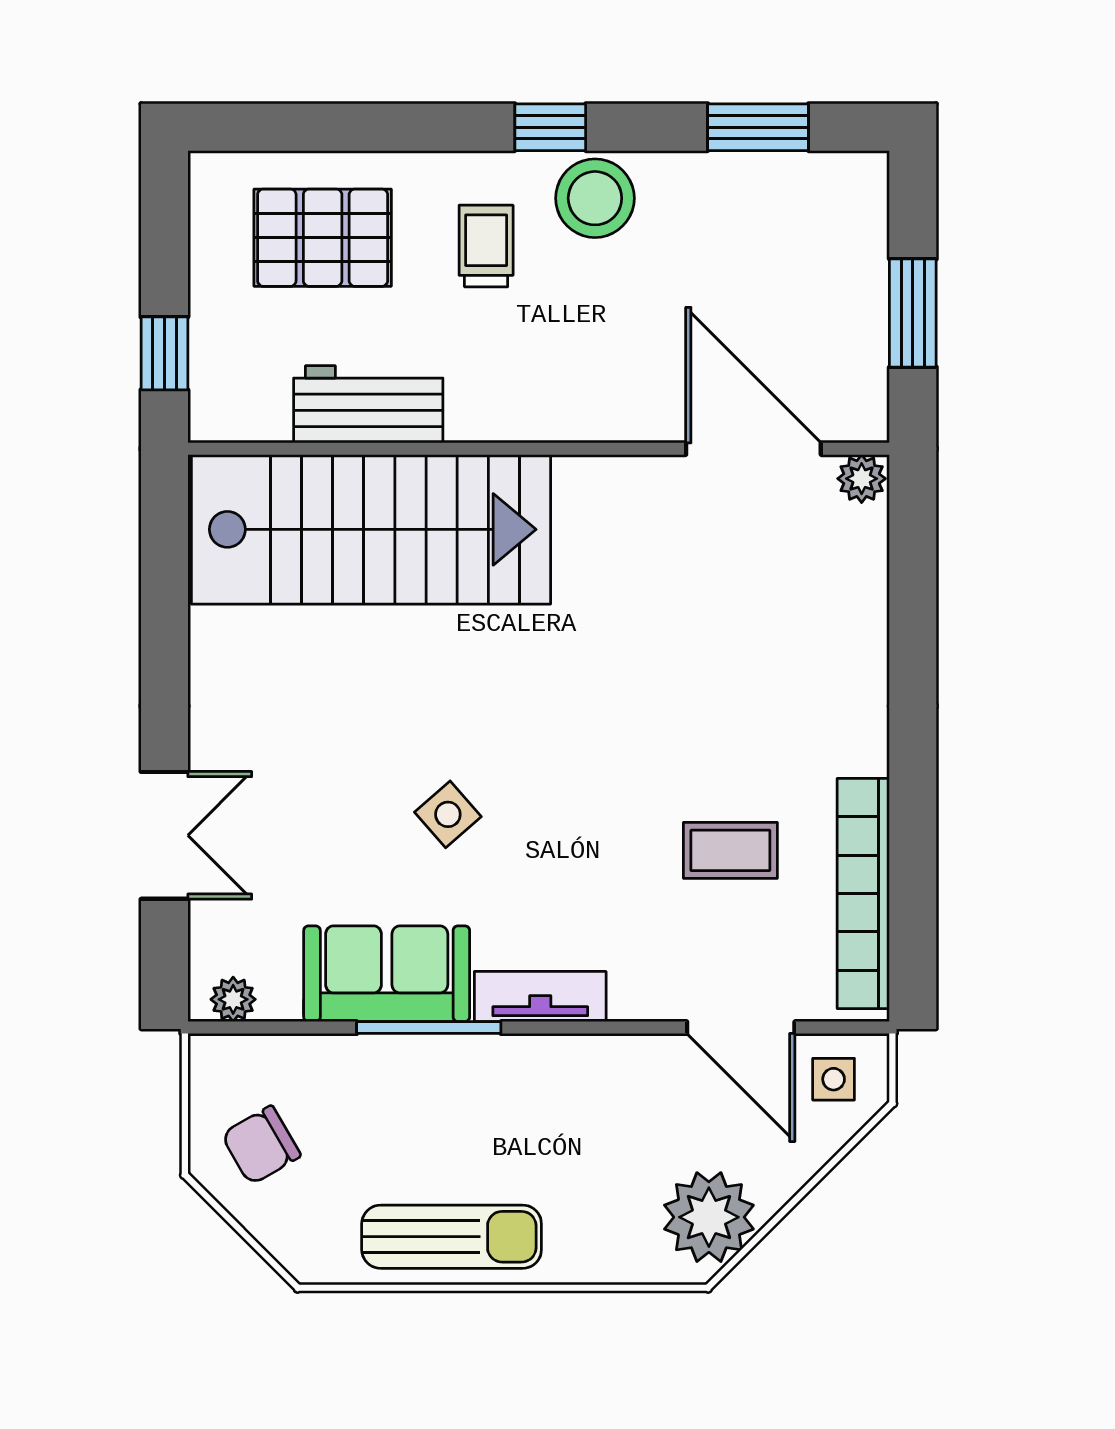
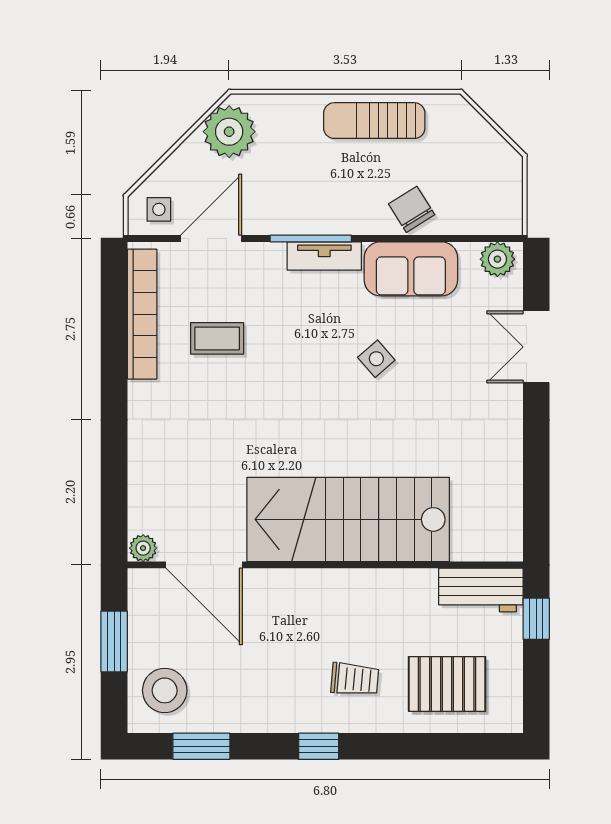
stool: (595, 198) -> (165, 690), moved
trolley: (486, 246) -> (355, 679), turned -85
workbench: (368, 404) -> (481, 590), moved
stairs: (371, 529) -> (348, 519), moved
plant: (233, 999) -> (497, 259), width x1.38, depth x1.38
window: (429, 1028) -> (311, 239), moved
door: (741, 1028) -> (211, 239), hinge flipped
chair: (261, 1145) -> (412, 209), moved, turned -92

